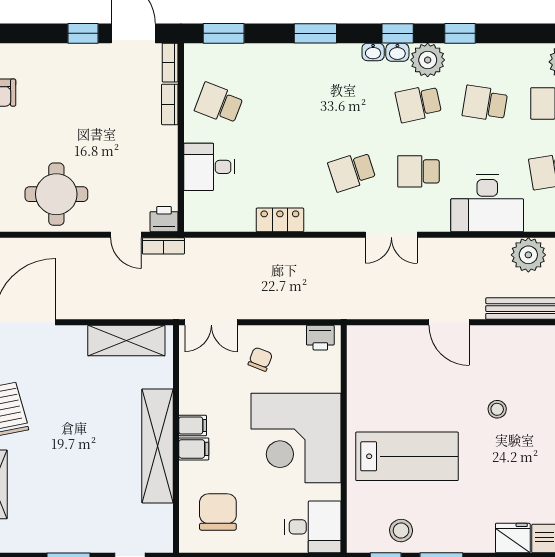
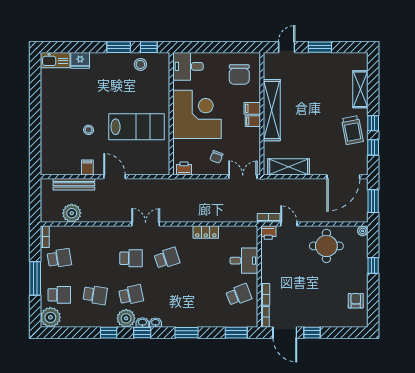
school desk: (219, 103) -> (239, 295), turned -42
desk: (487, 203) -> (94, 241), removed
filing cabinet: (499, 339) -> (87, 168), added
lab bench: (407, 456) -> (137, 127), moved, turned 180

